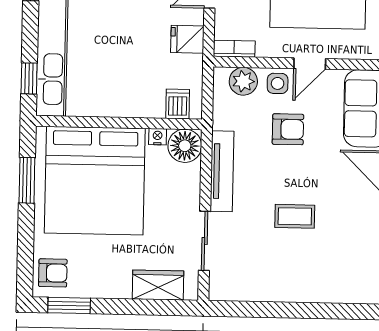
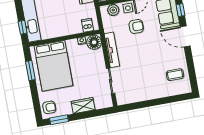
bed: (95, 181) -> (53, 66), width x0.73
coffee table: (295, 216) -> (175, 75), moved
wardrobe: (158, 285) -> (83, 106), moved

